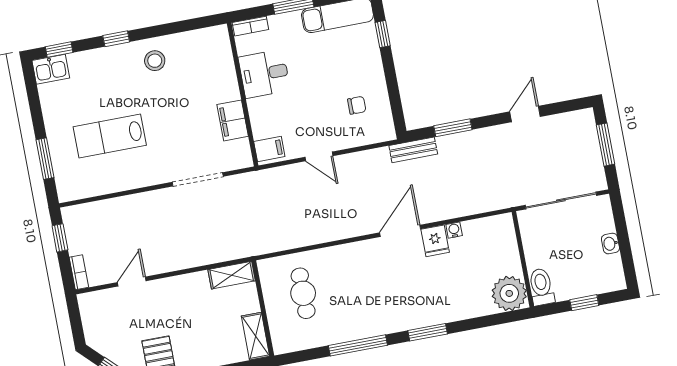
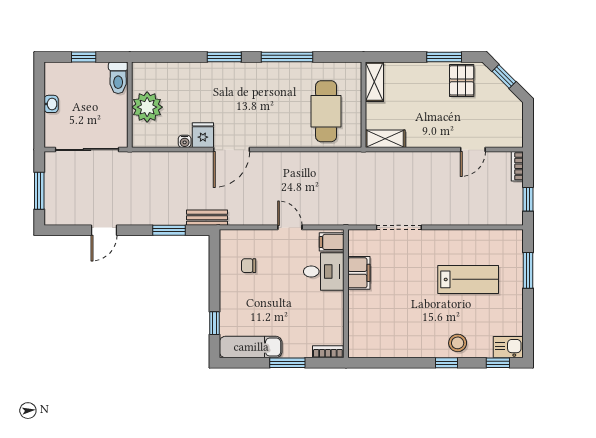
stool: (155, 61) -> (458, 343), moved
desk: (264, 74) -> (324, 271), moved
cafe table: (303, 293) -> (326, 111), width x1.37, depth x1.35
plant: (509, 293) -> (147, 107), moved

